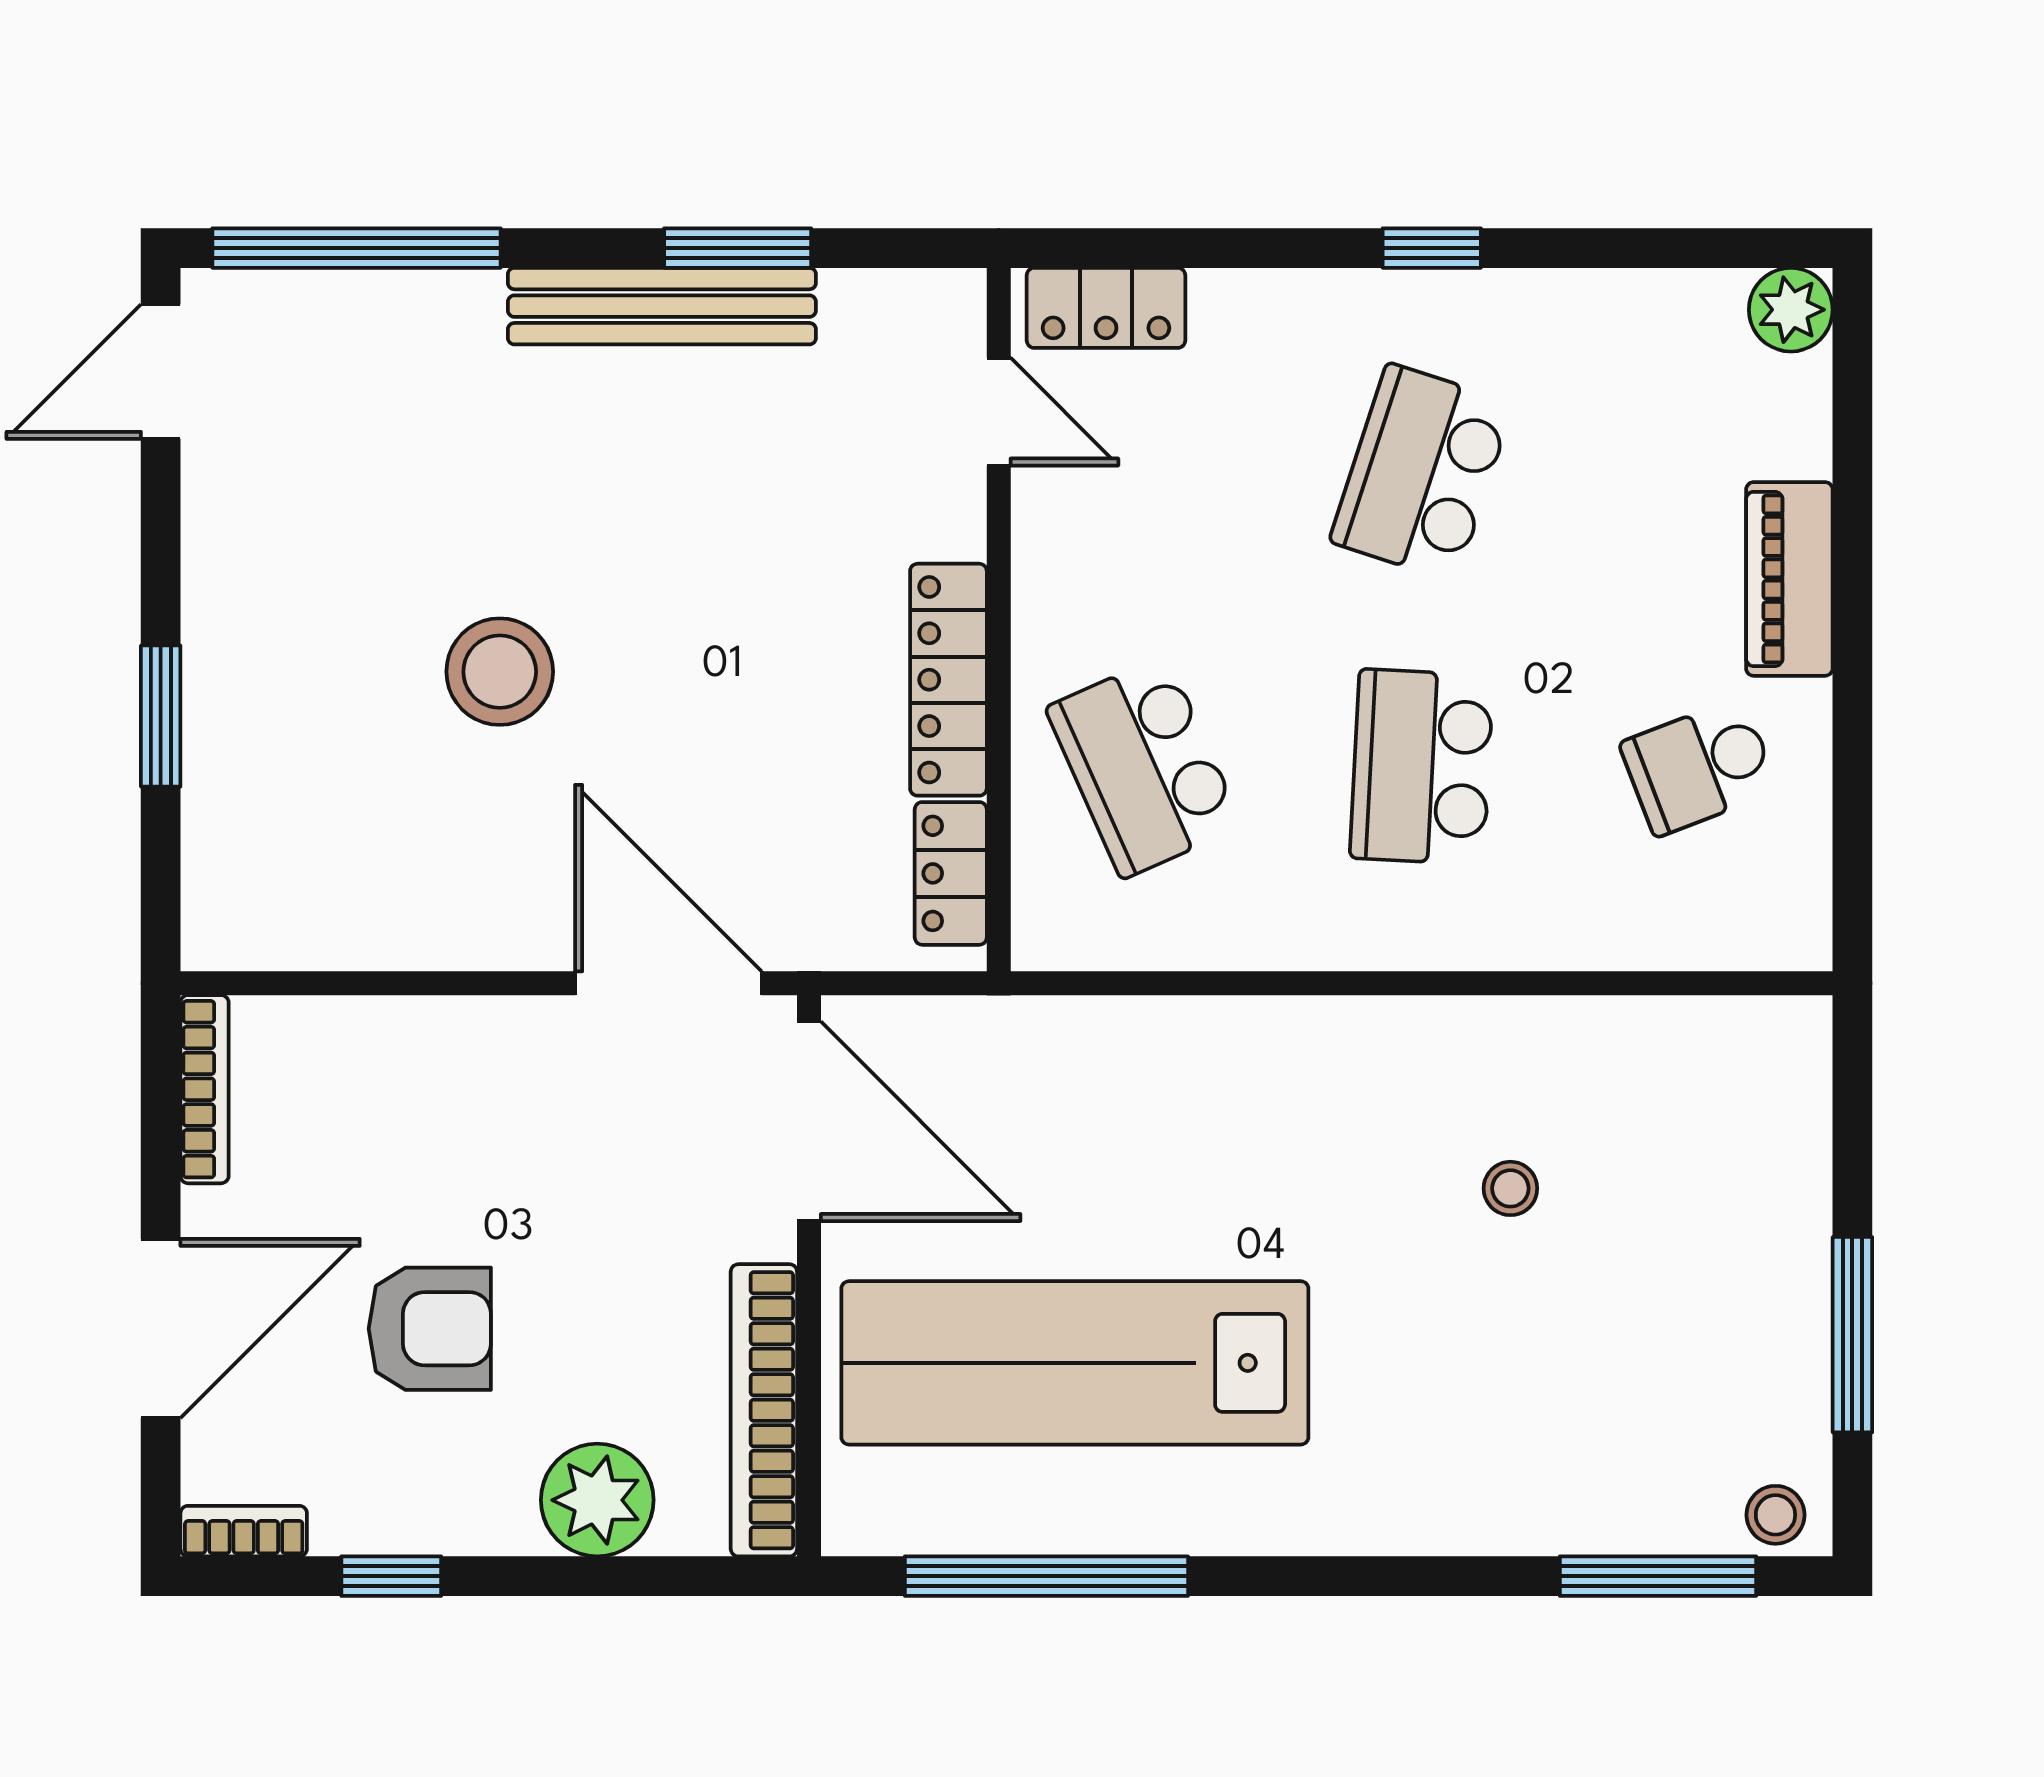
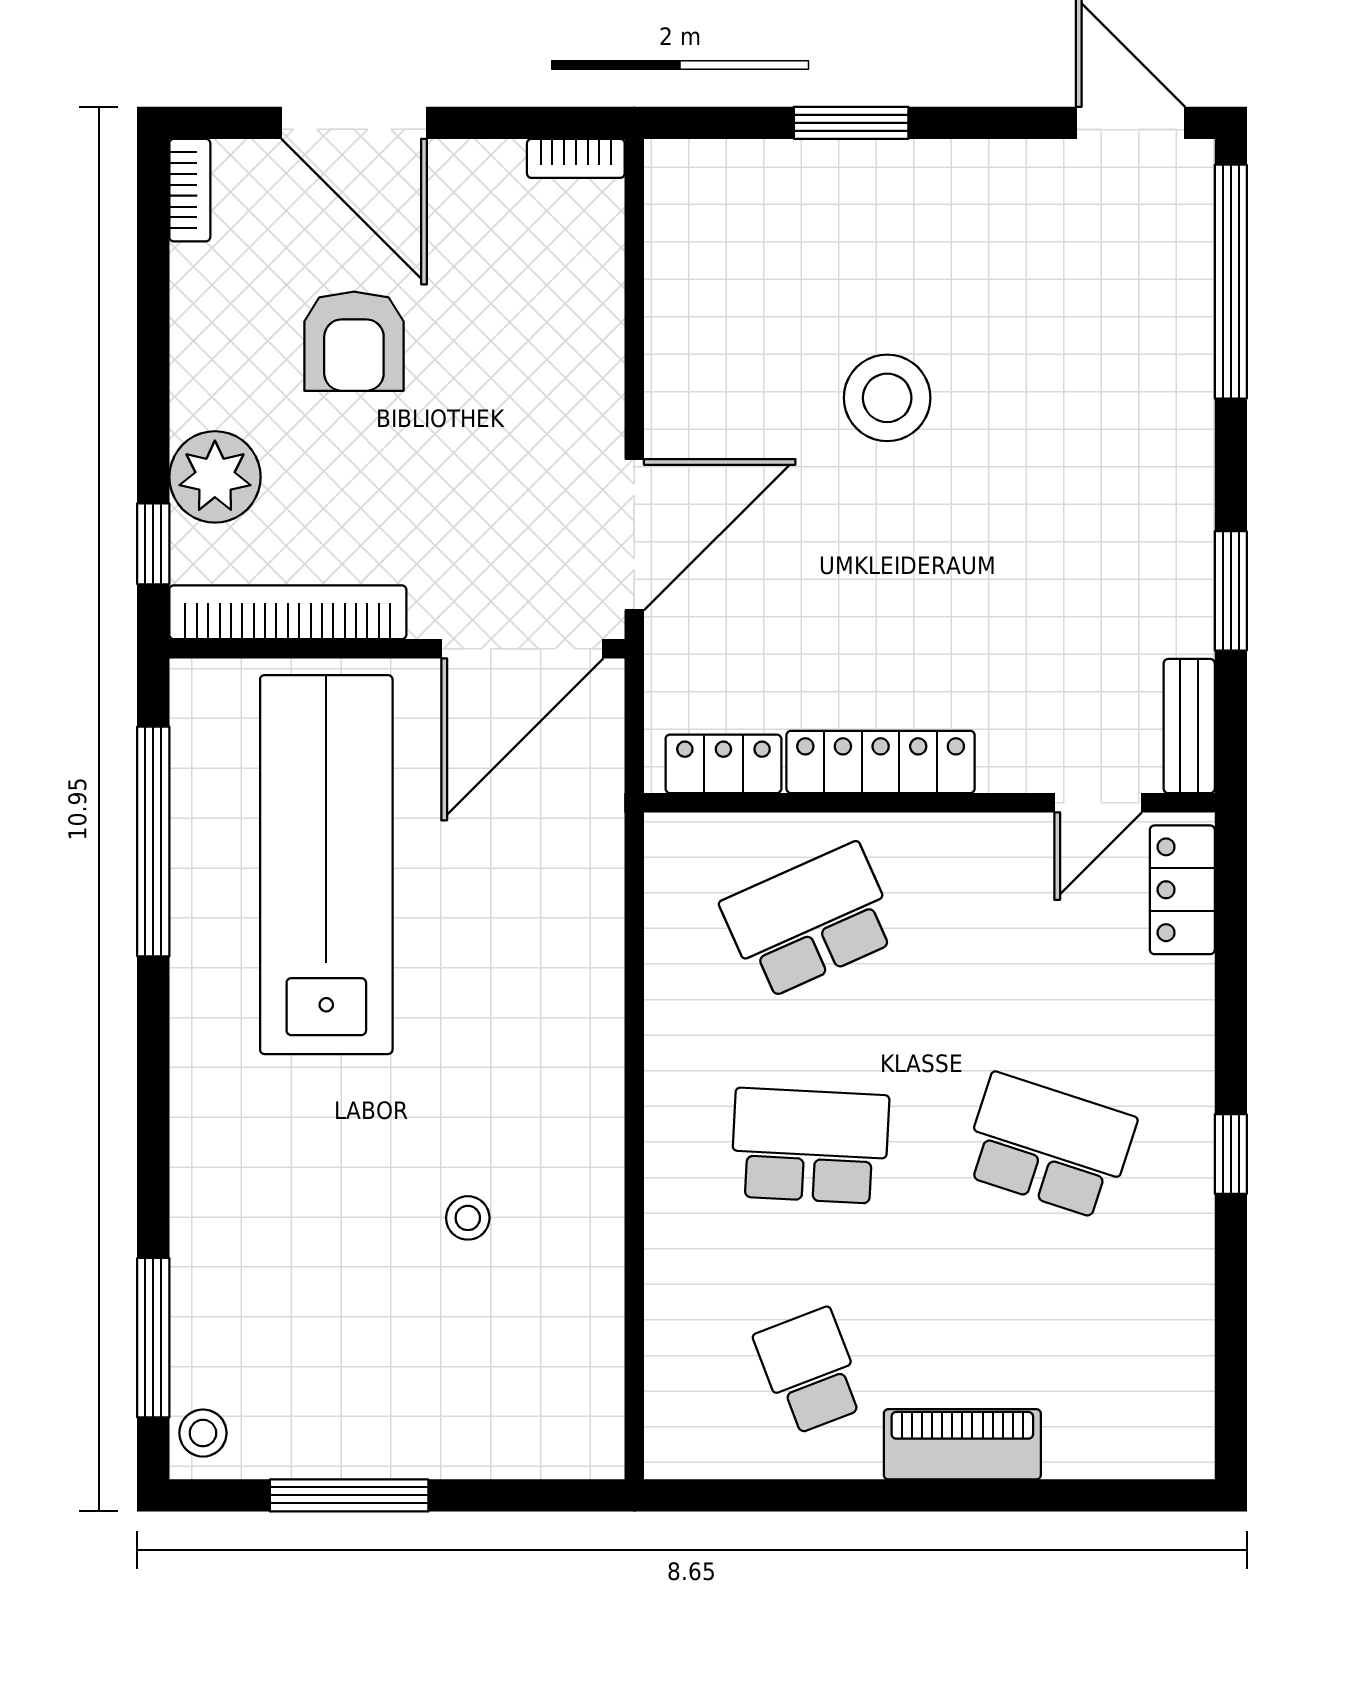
bench: (662, 306) -> (1189, 726), moved, width x0.54, depth x0.82
plant: (1791, 310) -> (1181, 1445), removed
bookcase: (205, 1089) -> (576, 158), width x0.64
window: (391, 1576) -> (153, 544), moved

